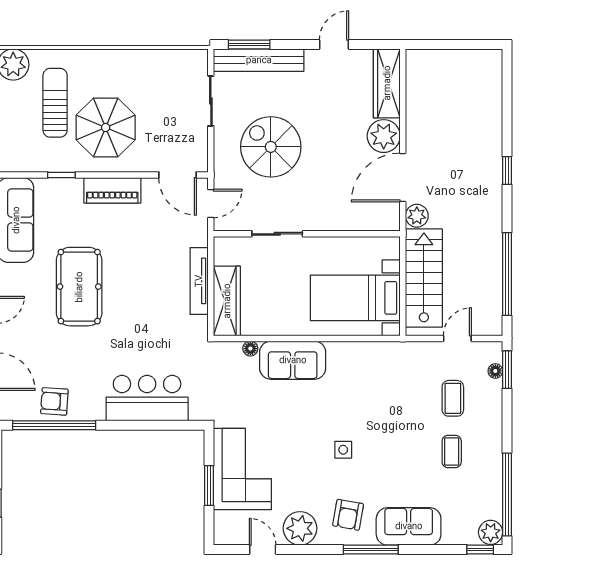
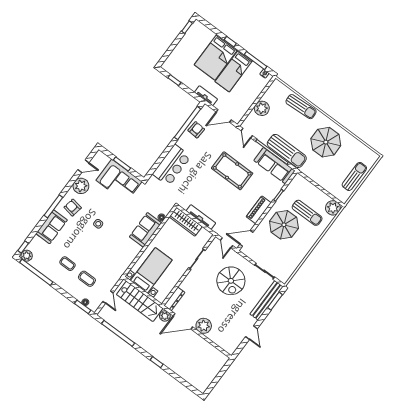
wardrobe: (387, 83) -> (222, 342), removed
spiral stairs: (271, 147) -> (231, 281), turned 90
door: (403, 177) -> (183, 321), swing flipped
dresser: (375, 221) -> (174, 299), added

